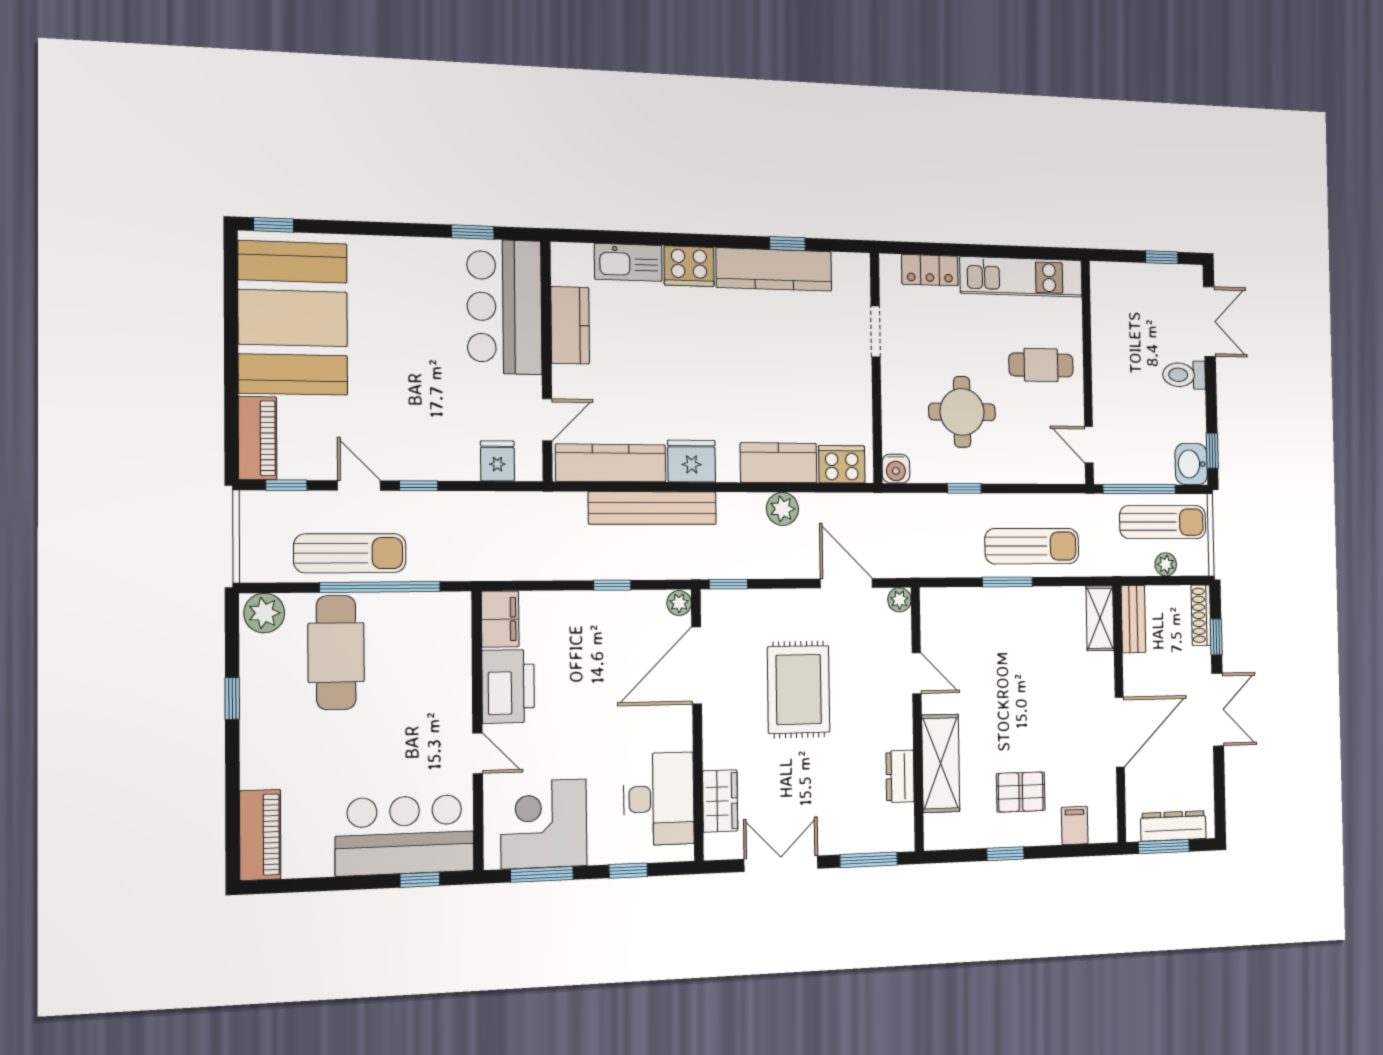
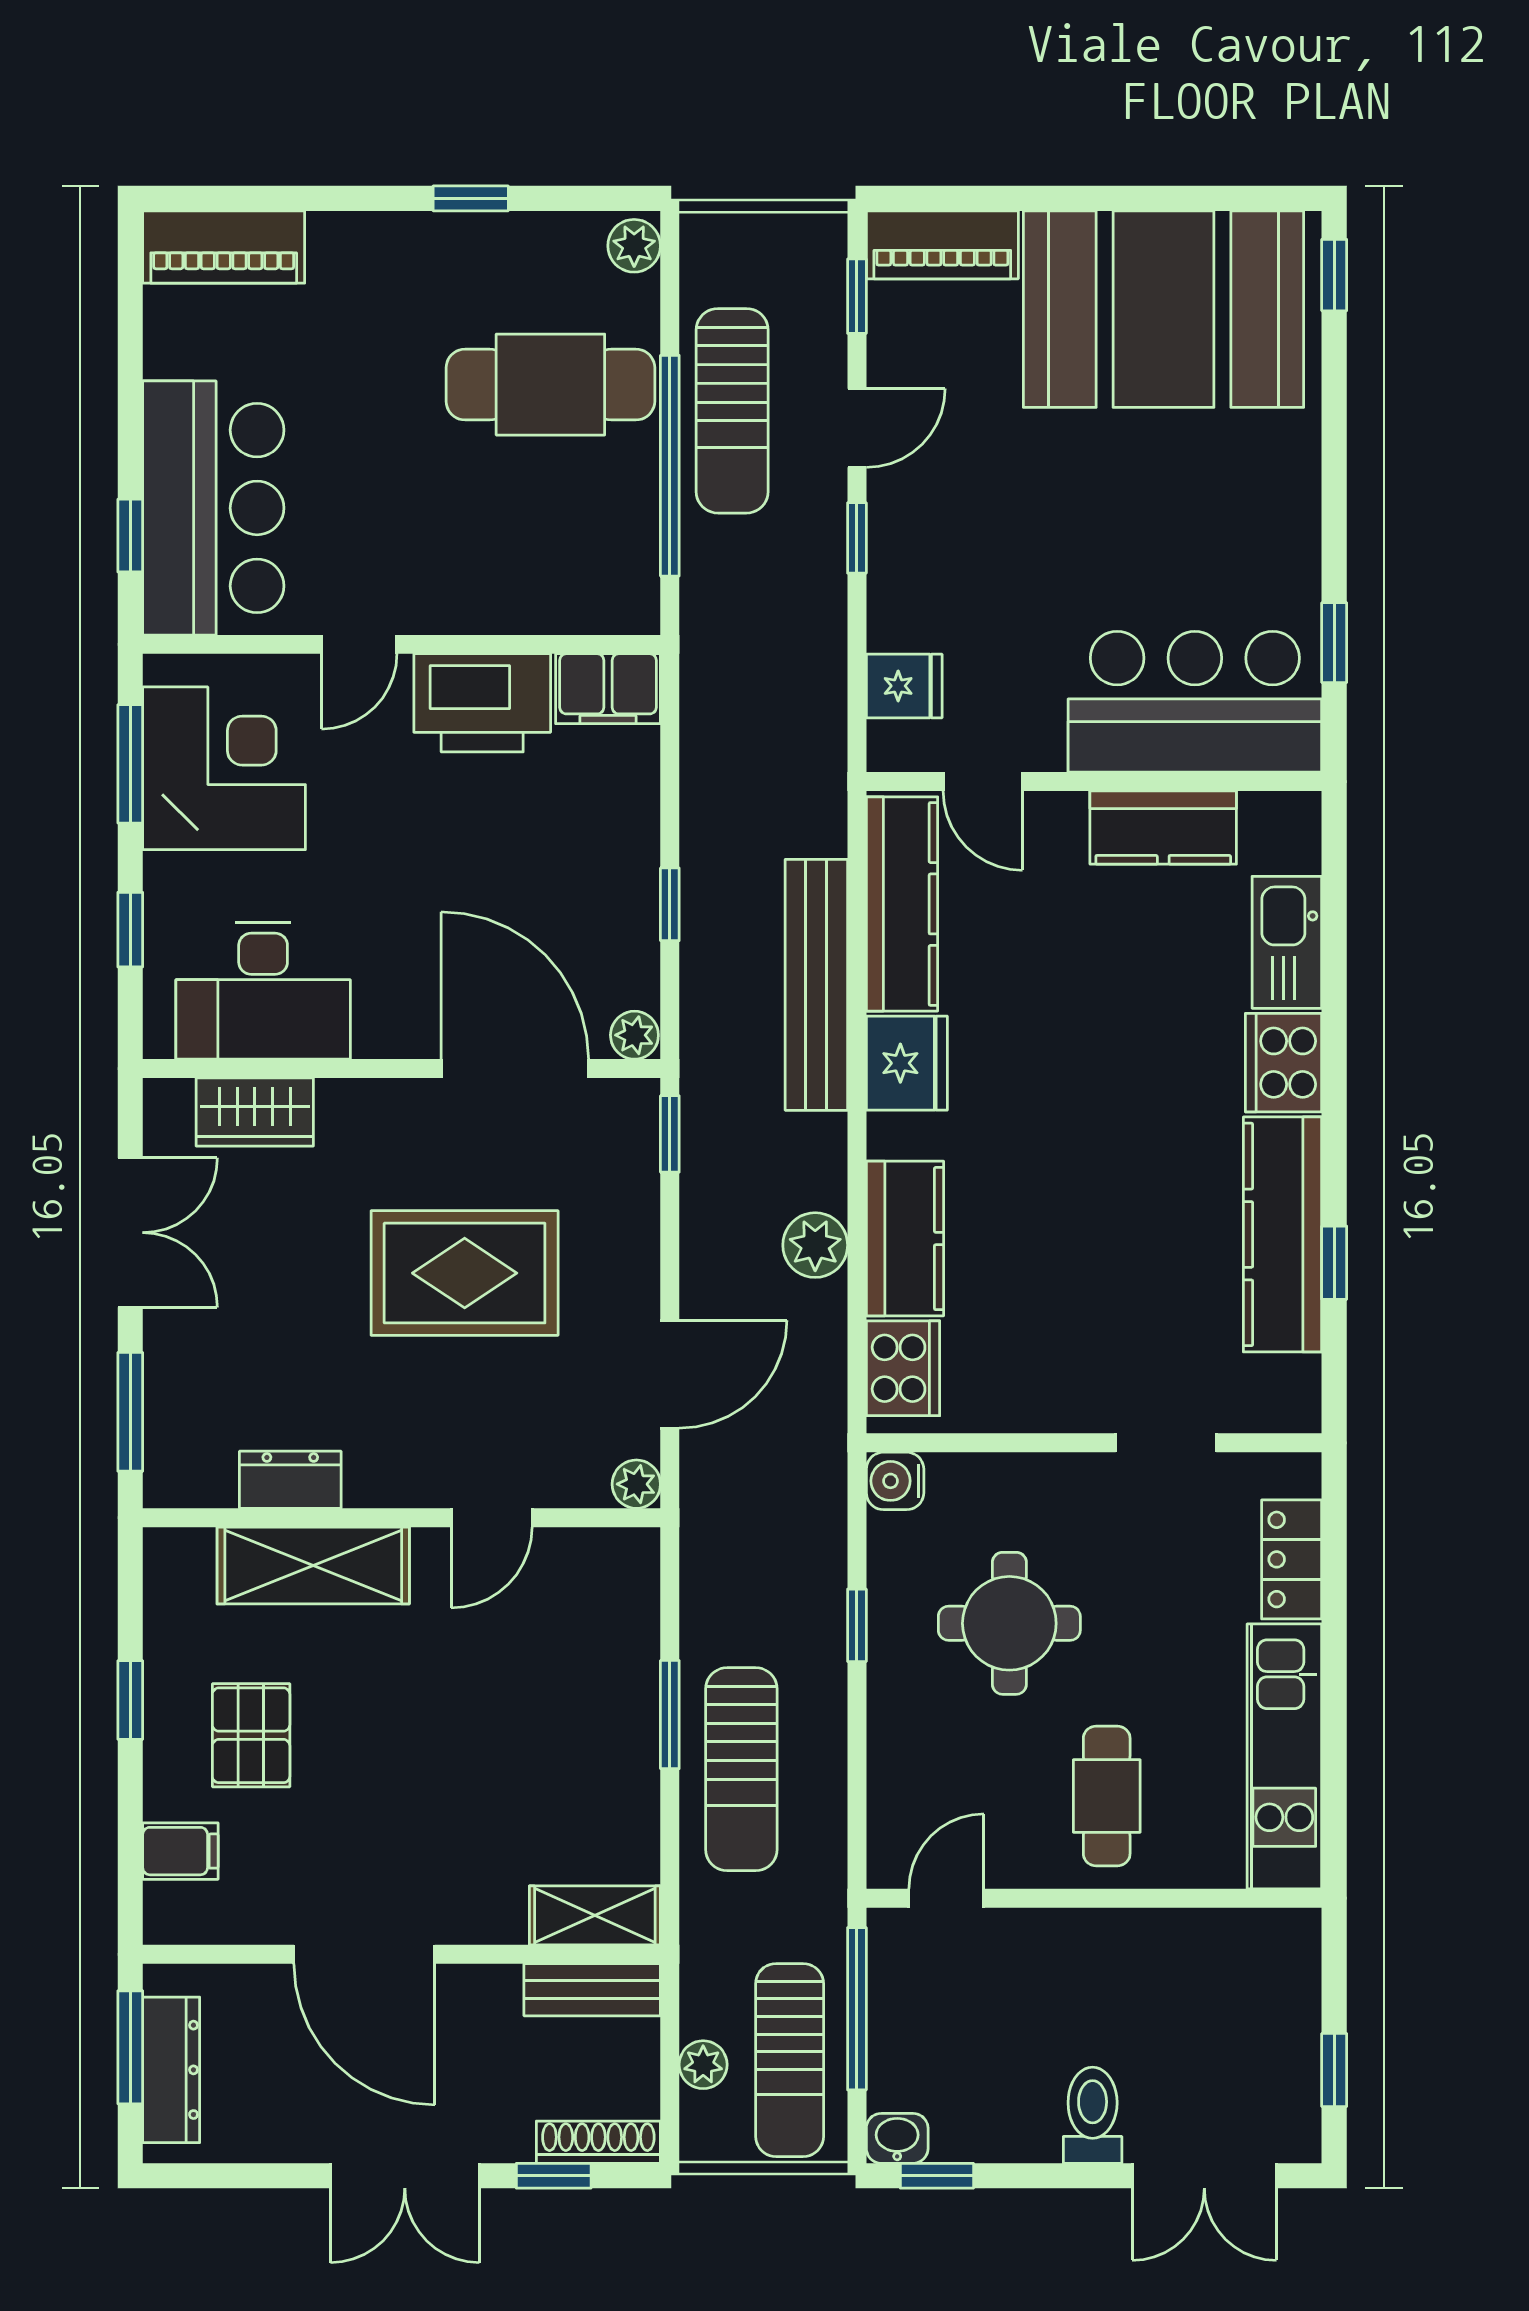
washbasin: (1191, 464) -> (897, 2138), width x0.72, depth x0.69
plant: (264, 613) -> (634, 246), width x0.73, depth x0.73

